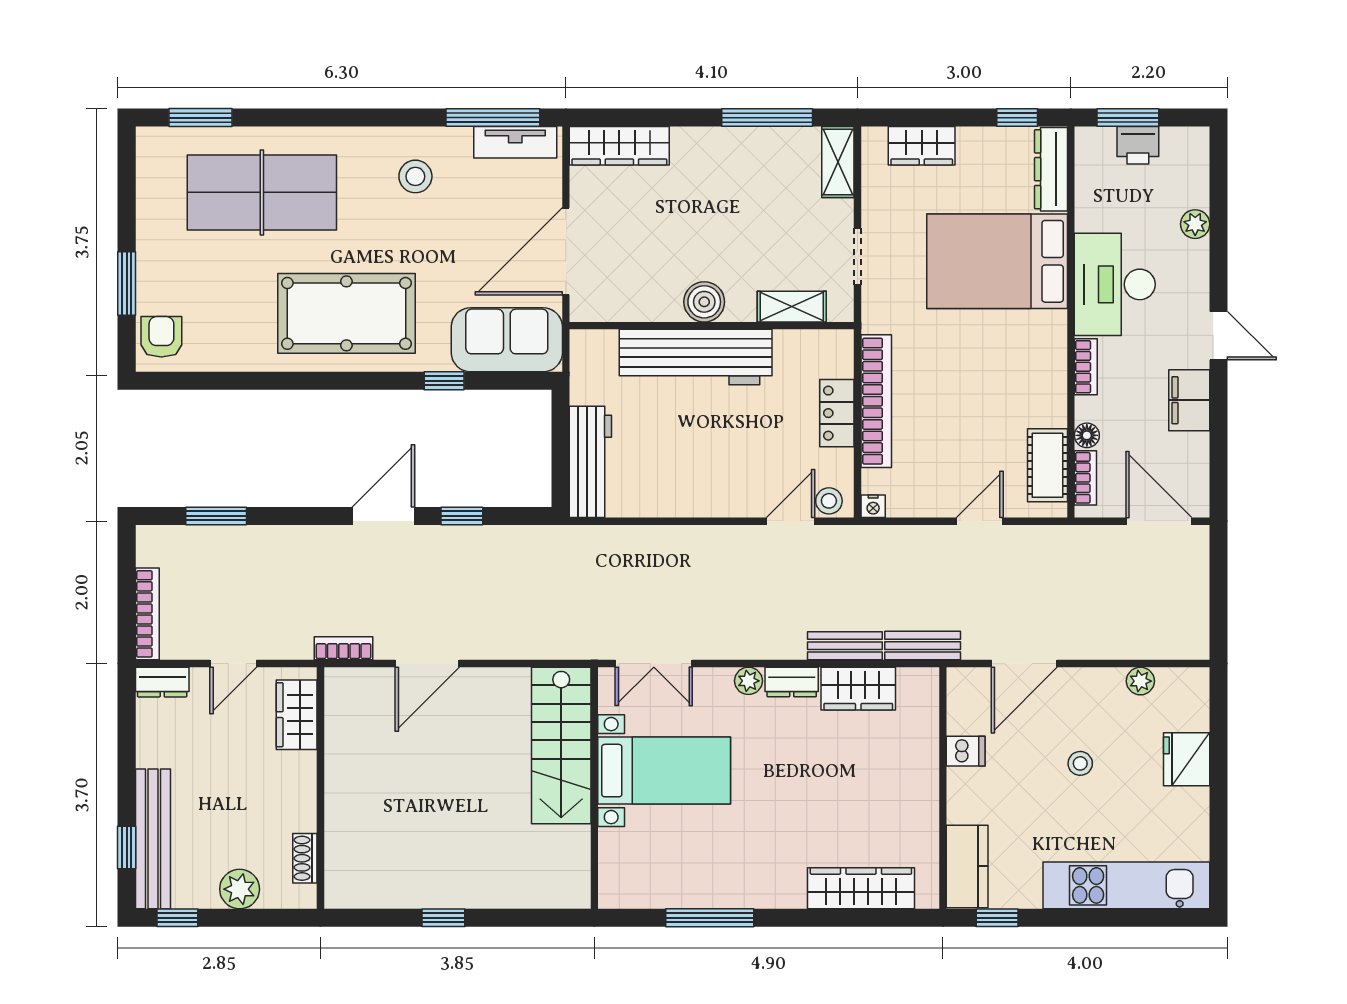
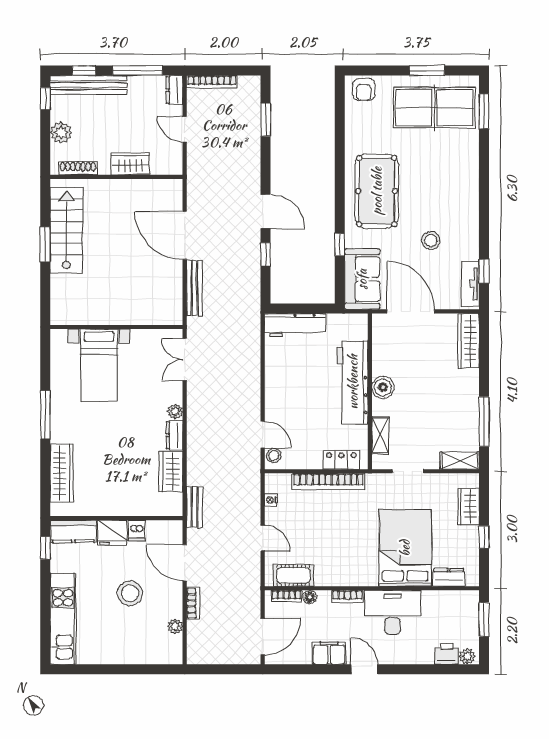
window: (493, 118) -> (484, 271), width x0.46
window: (1017, 118) -> (484, 537), moved
printer: (1138, 145) -> (446, 654), moved, turned 90
dresser: (1051, 169) -> (449, 577), width x0.70
stool: (415, 176) -> (431, 240), moved
table tennis table: (262, 192) -> (434, 108), moved, turned 90
plant: (1195, 224) -> (467, 656), moved
window: (127, 284) -> (427, 71), moved
door: (1219, 336) -> (364, 669), swing flipped
armchair: (161, 337) -> (364, 90), turned 90
locker: (837, 413) -> (341, 460), moved
nightstand: (873, 506) -> (271, 500), moved
bench: (845, 646) -> (194, 288), moved, width x1.36
bookcase: (343, 648) -> (193, 603), moved
door: (427, 664) -> (185, 235), width x1.36
wardrobe: (297, 715) -> (130, 164), moved
stairs: (561, 745) -> (66, 231), moved, turned 90
window: (127, 749) -> (138, 71), added
fridge: (1187, 759) -> (112, 533), moved, turned 180
stool: (1080, 763) -> (130, 593), width x1.89, depth x1.89
bed with nightstands: (664, 771) -> (99, 365), moved
shoe rack: (305, 858) -> (78, 168), width x1.43
window: (443, 918) -> (45, 244), width x1.50
window: (710, 918) -> (45, 415), moved

